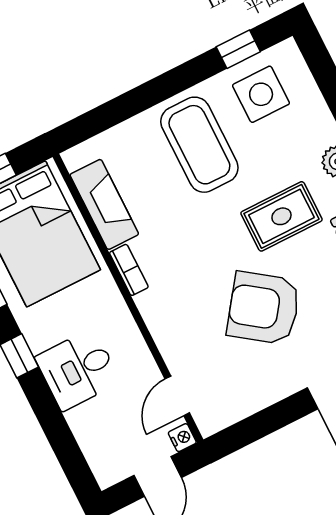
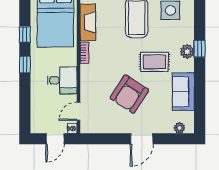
armchair: (264, 308) -> (129, 94), turned -93
desk: (78, 370) -> (62, 80), moved, turned 180

